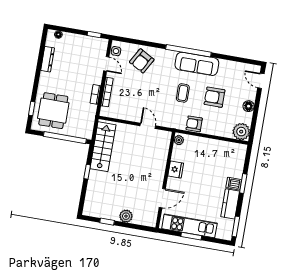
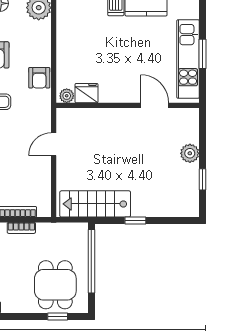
dining table: (53, 111) -> (55, 285), turned 90
fridge: (176, 170) -> (86, 93), moved

